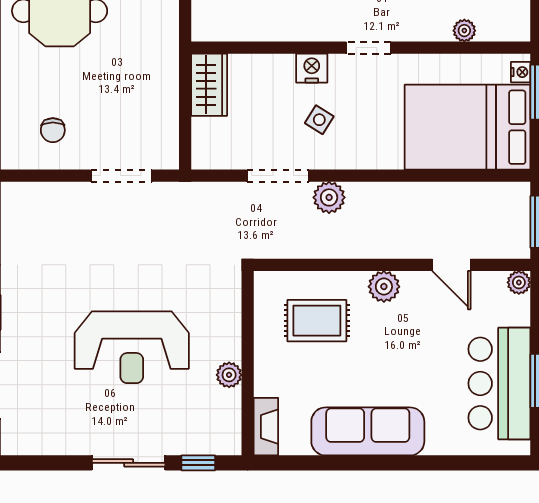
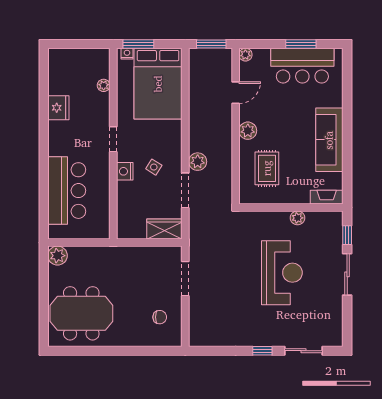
wardrobe: (209, 85) -> (164, 229), moved

